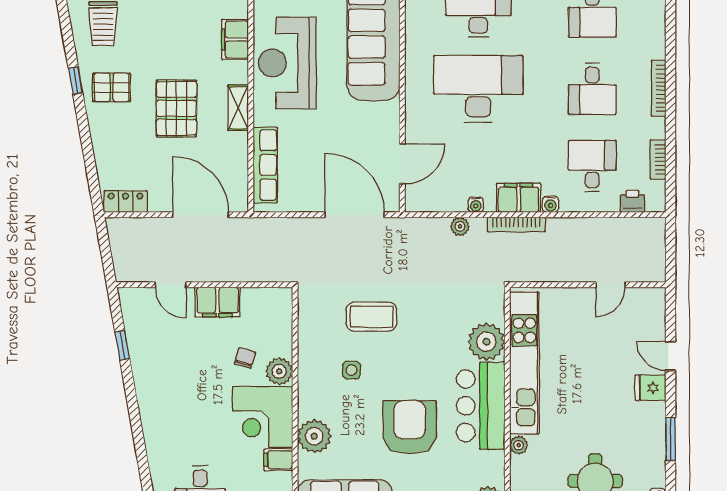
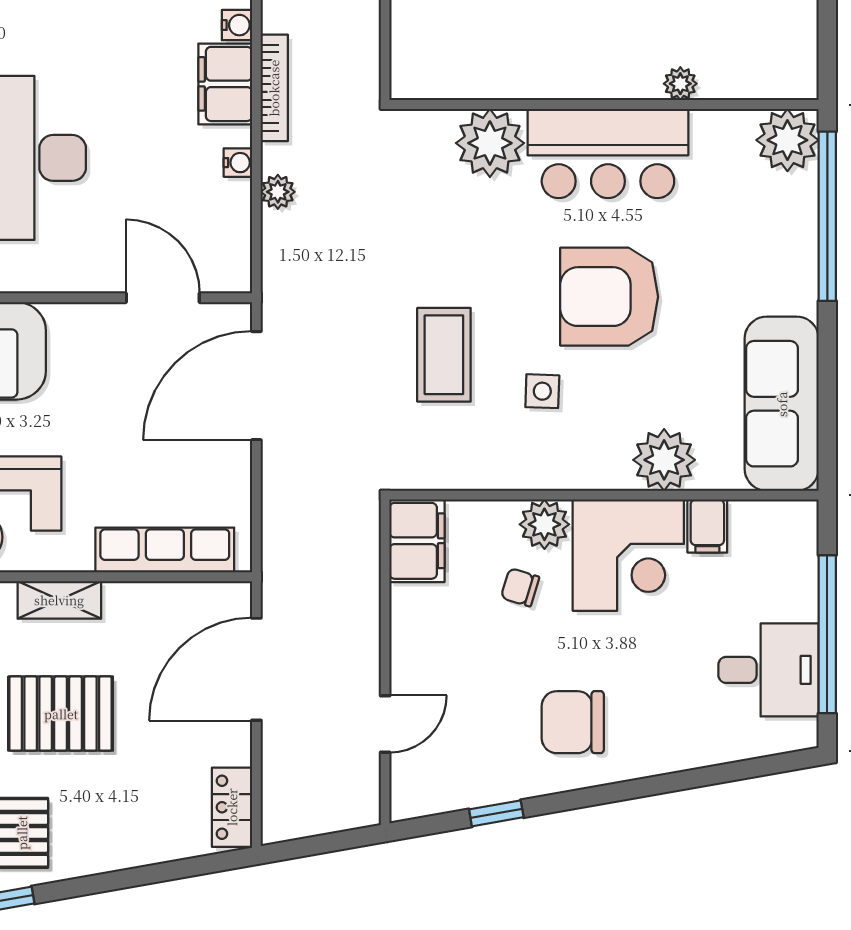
filing cabinet: (217, 302) -> (417, 541), moved
kitchen unit: (524, 363) -> (529, 73), removed
chair: (172, 387) -> (573, 722), added
armchair: (410, 427) -> (609, 297), moved

